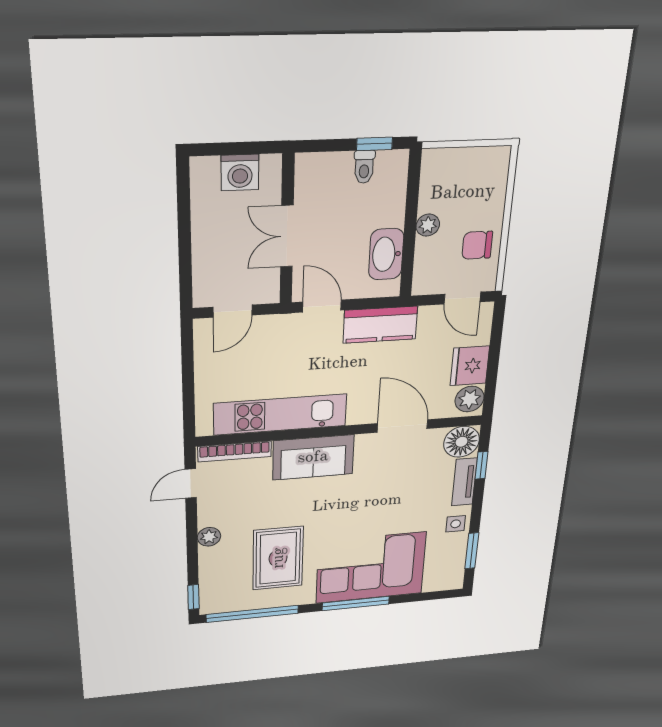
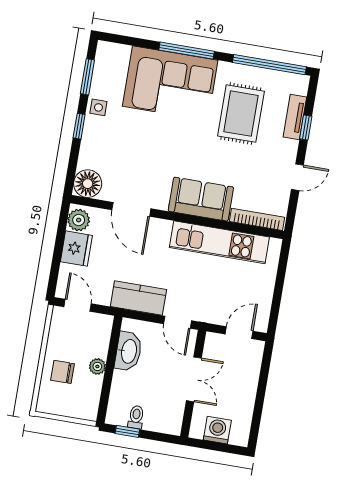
chair: (477, 245) -> (62, 372), moved, turned 180
window: (482, 465) -> (79, 126), moved
tv unit: (464, 482) -> (295, 117), moved, turned 180
door: (191, 484) -> (297, 177), moved
plant: (209, 537) -> (289, 149), removed
window: (193, 597) -> (306, 127), moved

